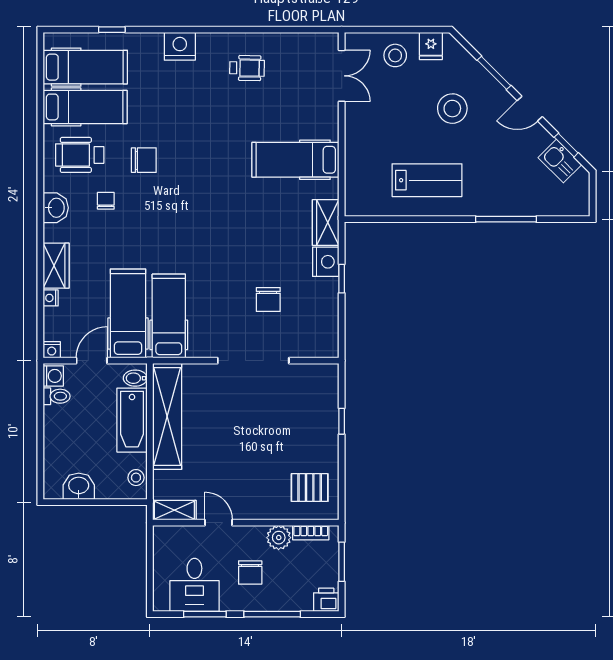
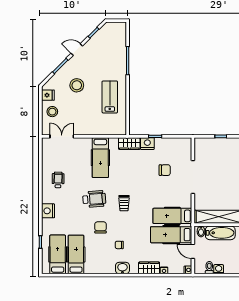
door: (530, 109) -> (77, 50), swing flipped
wheelchair: (80, 155) -> (94, 199), moved, turned -94
kitchen sink: (560, 161) -> (101, 36), removed
trolley: (197, 211) -> (124, 203), added
washing machine: (53, 376) -> (219, 269), moved

